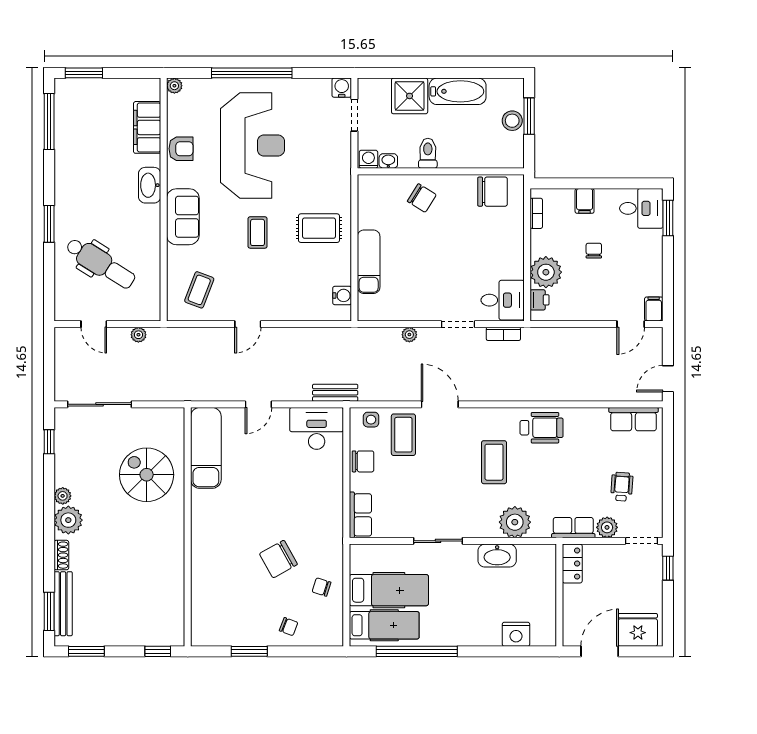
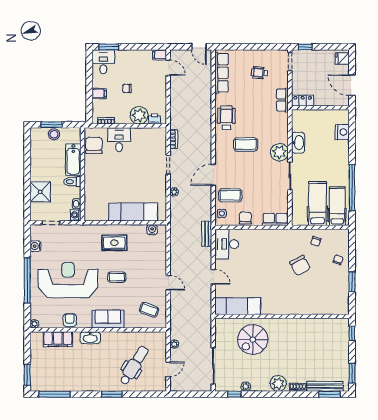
water cooler: (342, 88) -> (35, 246), moved
bathtub: (458, 91) -> (73, 160), moved, turned 180
chair: (422, 198) -> (97, 185), removed
rug: (319, 228) -> (114, 243), turned 90
exam couch: (369, 262) -> (133, 212), width x1.36, depth x1.45
desk: (503, 300) -> (119, 140), moved
row of seats: (634, 419) -> (222, 73), width x1.48
plant: (63, 496) -> (246, 387), moved
plant: (515, 522) -> (279, 152), moved
plant: (607, 527) -> (282, 81), removed
fridge: (638, 630) -> (342, 59), width x0.53, depth x0.75

